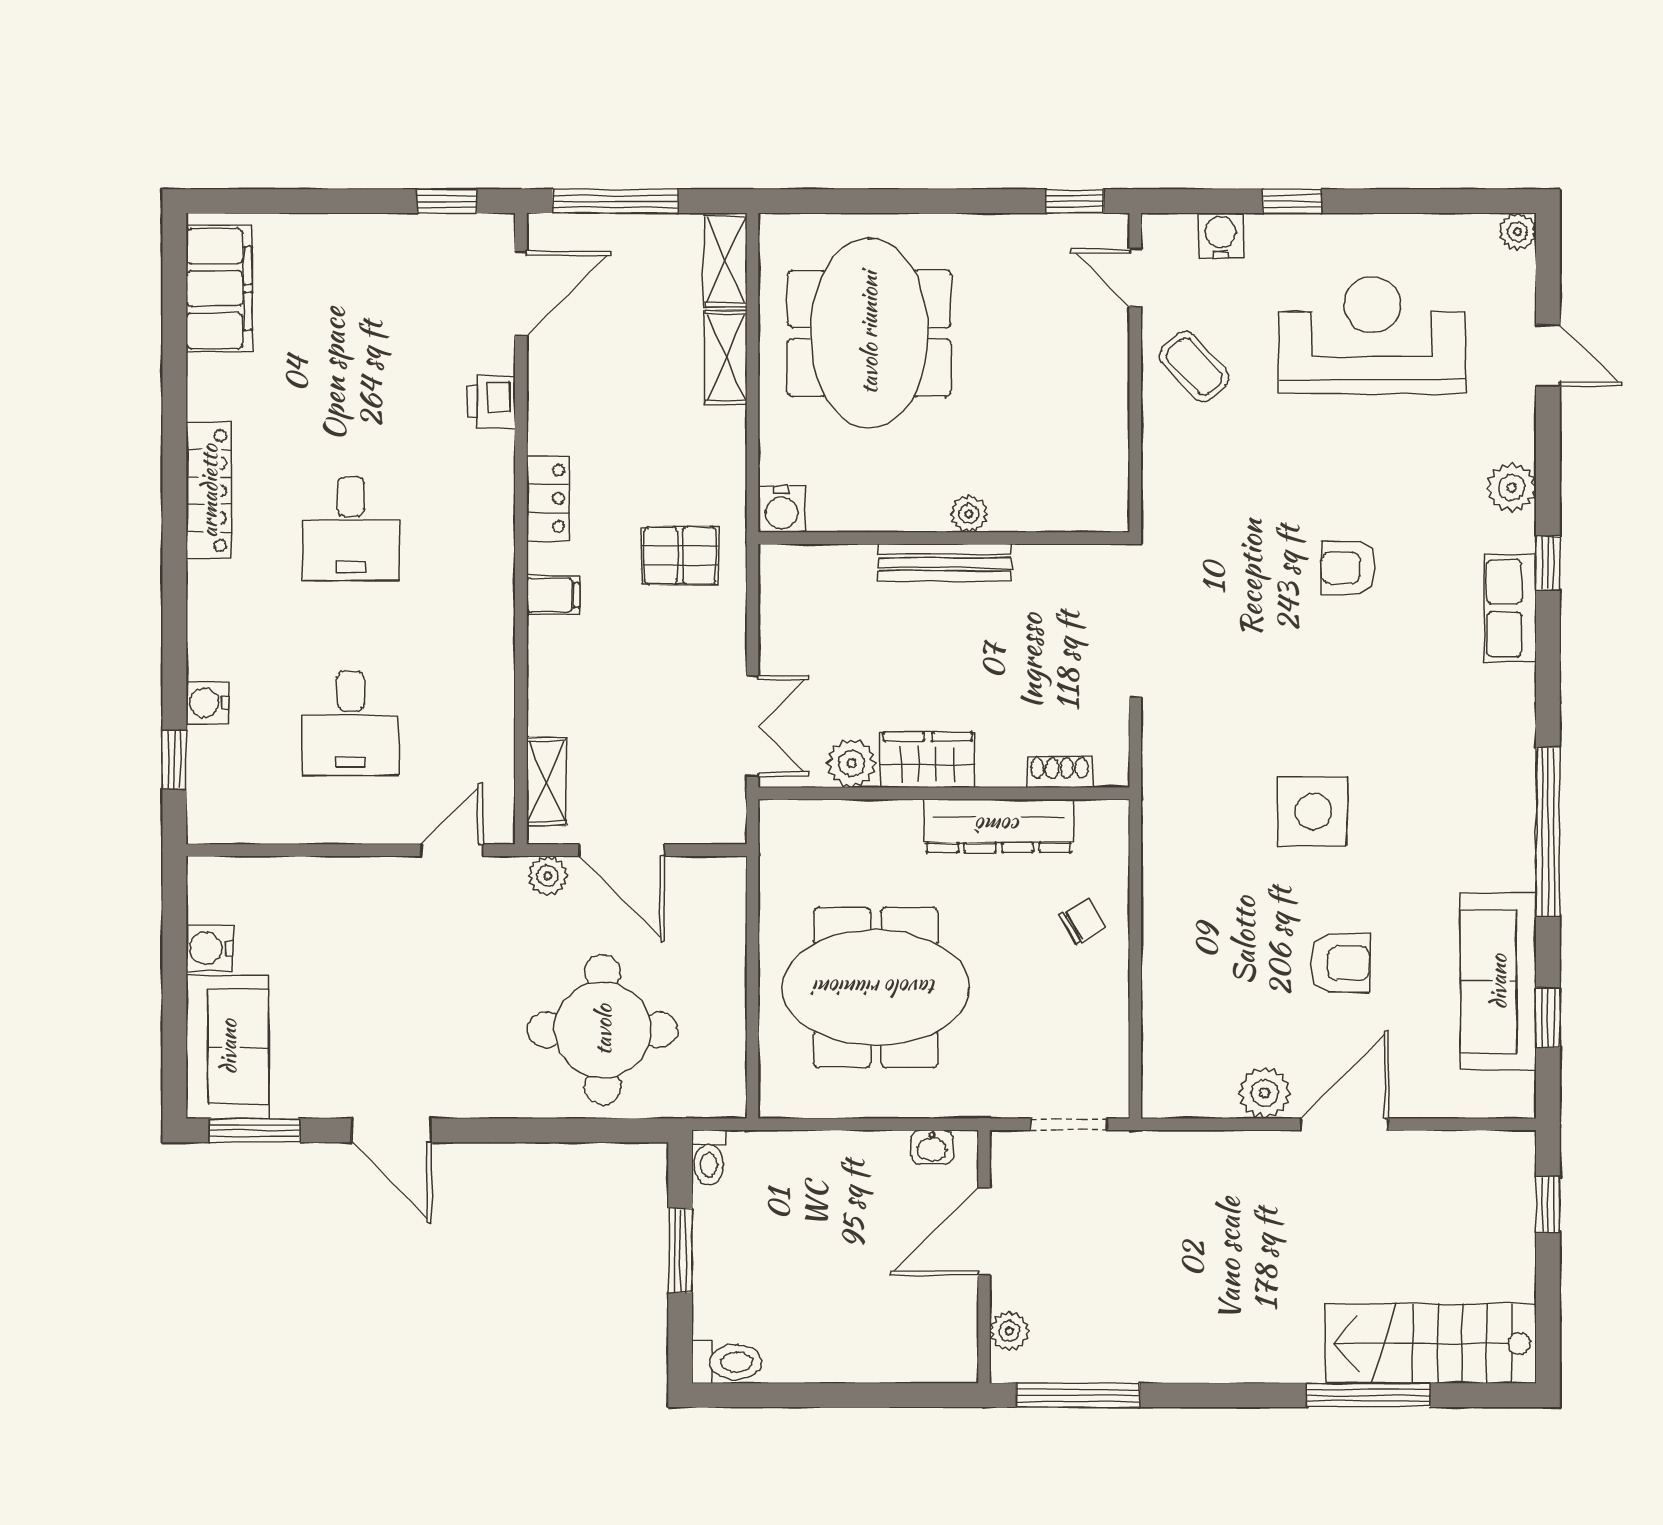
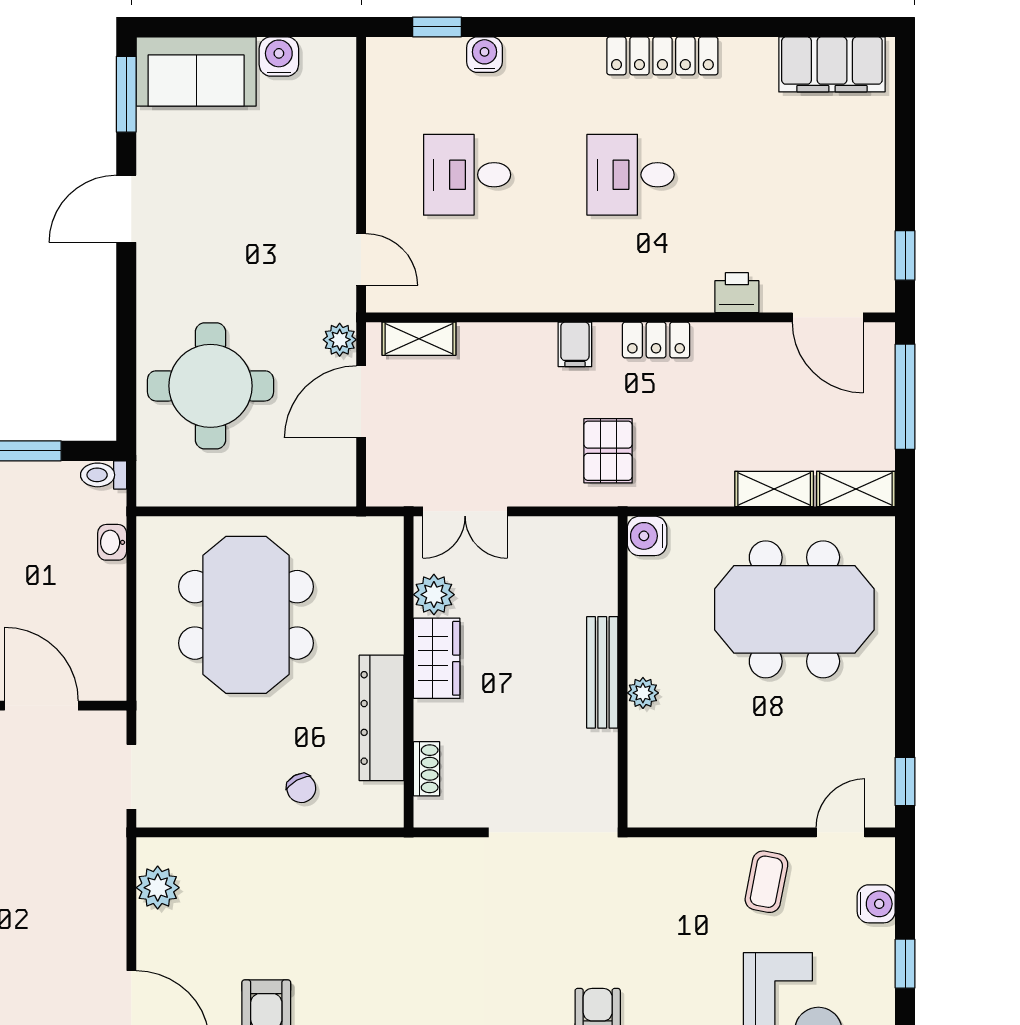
coffee table: (1194, 367) -> (766, 882), turned -36
side table: (1313, 812) -> (393, 981), removed
plant: (1265, 1093) -> (158, 888), moved
washbasin: (932, 1147) -> (112, 542), moved

